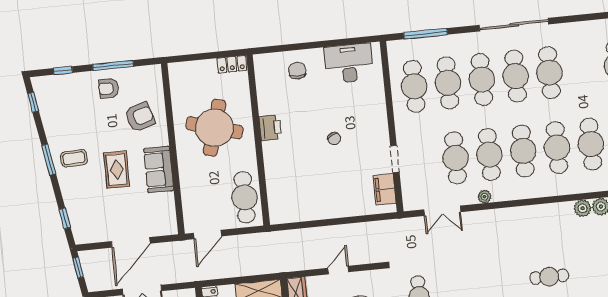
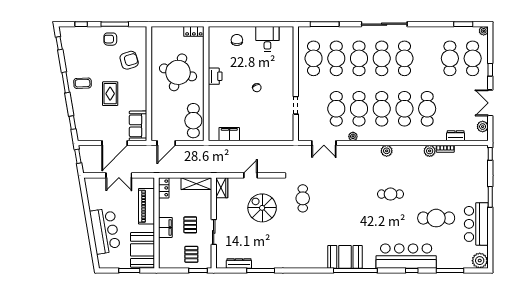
desk: (349, 63) -> (267, 39), width x0.73
sofa: (159, 170) -> (138, 126), moved
filing cabinet: (385, 189) -> (229, 134), moved, turned 90
plant: (582, 208) -> (387, 151), moved

